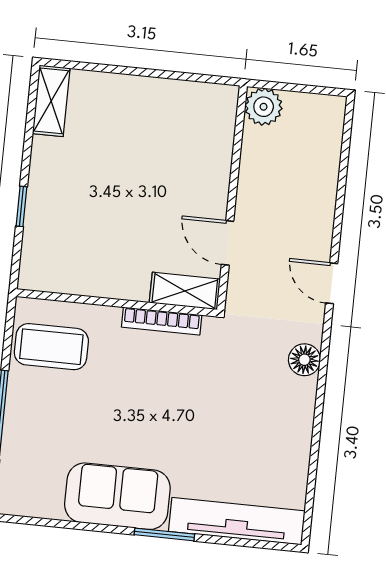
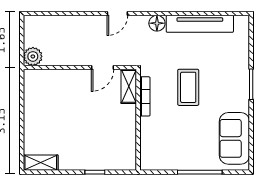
coffee table: (51, 347) -> (188, 87), moved
sofa: (117, 496) -> (234, 138), moved
tv unit: (237, 521) -> (200, 24), moved, turned -90

